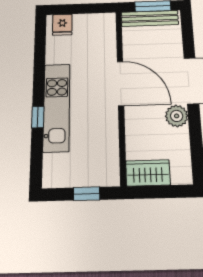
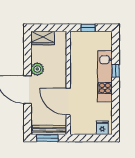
door: (121, 83) -> (68, 102), moved
wardrobe: (148, 173) -> (43, 38), moved

